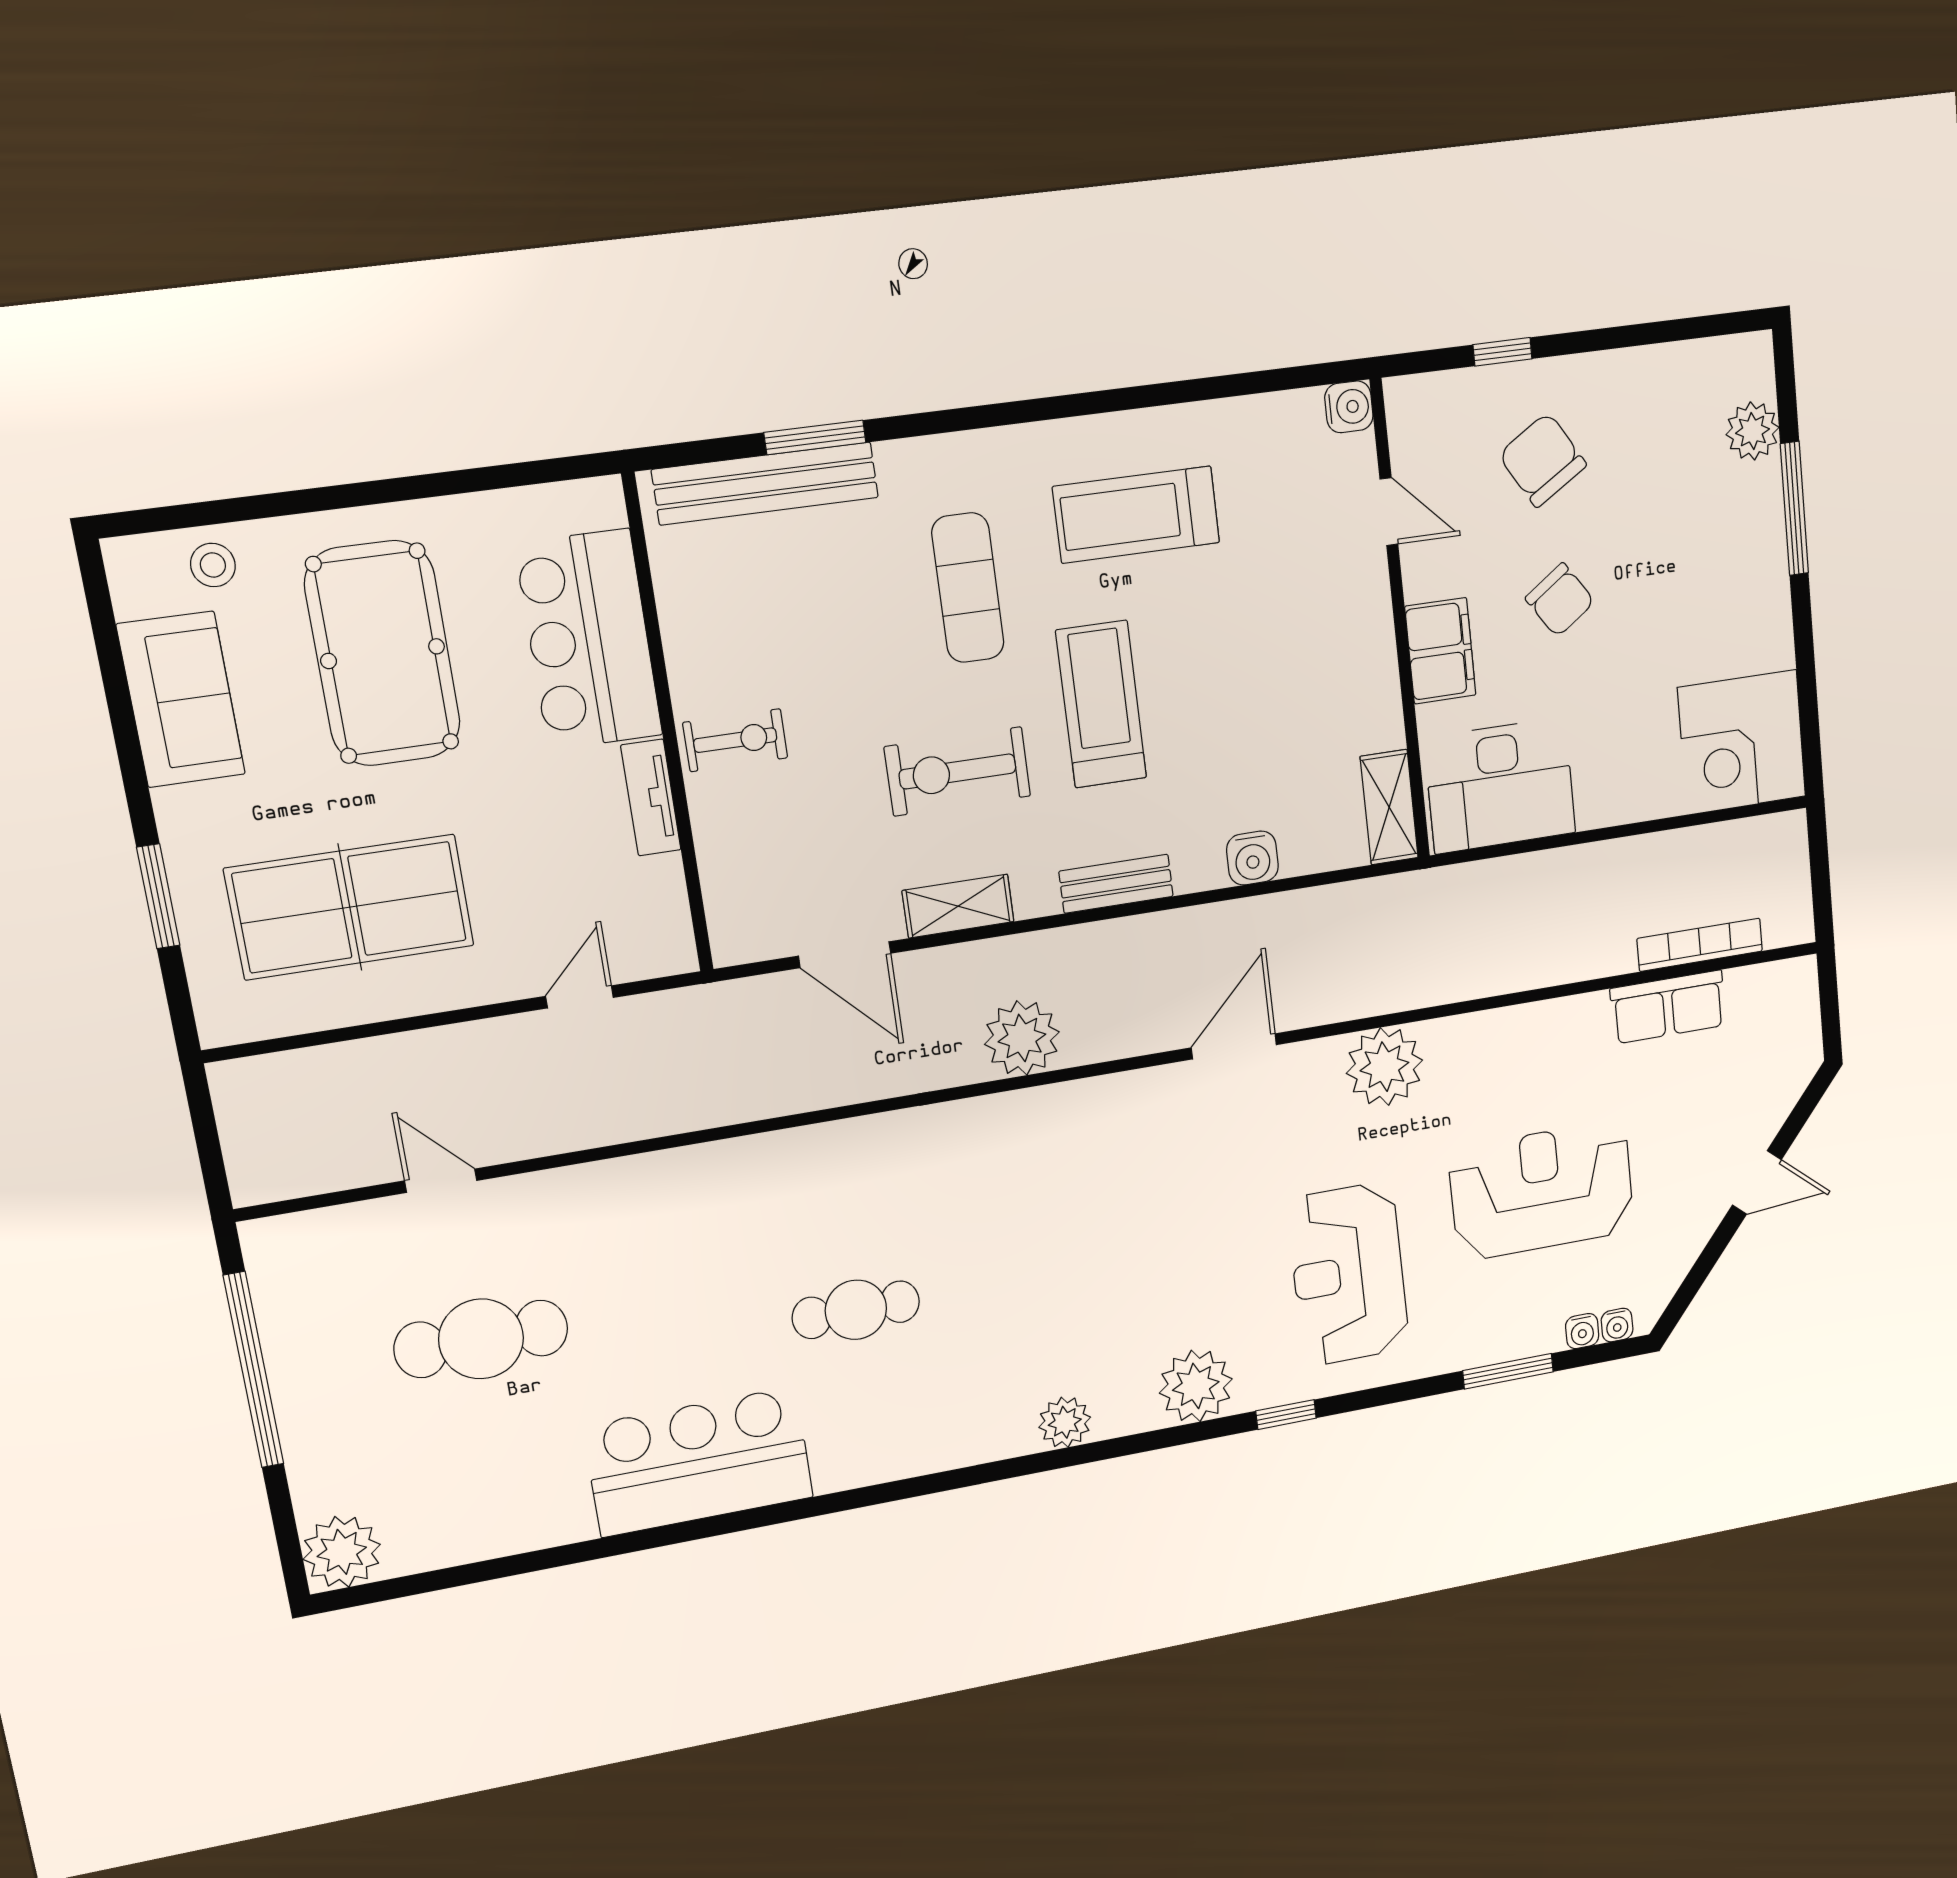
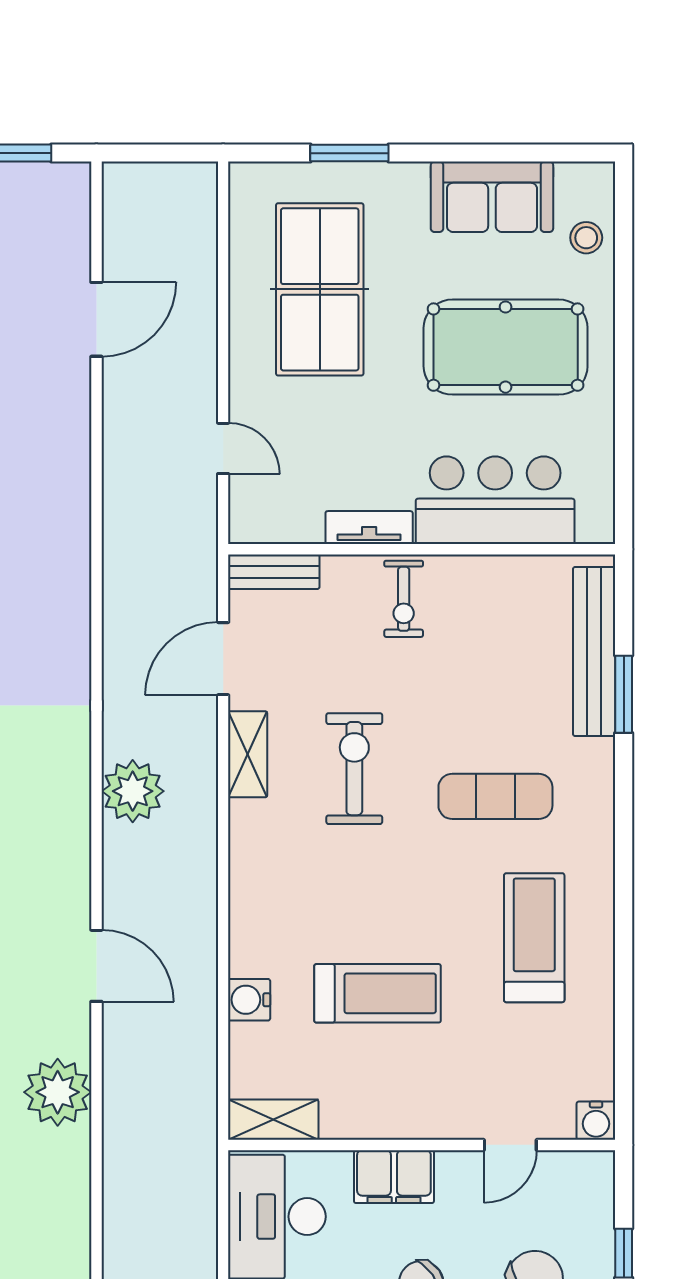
treadmill: (1101, 704) -> (378, 993), moved
bench: (1116, 884) -> (274, 572), moved, turned 90
door: (441, 1181) -> (96, 319), width x1.38

